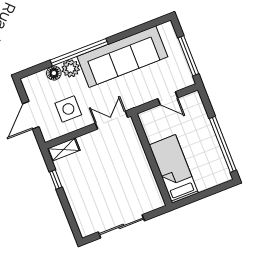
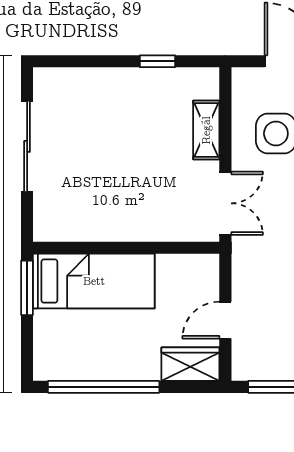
wardrobe: (196, 107) -> (190, 364), added
shelving: (64, 149) -> (206, 130), moved
window: (189, 200) -> (27, 288), added

